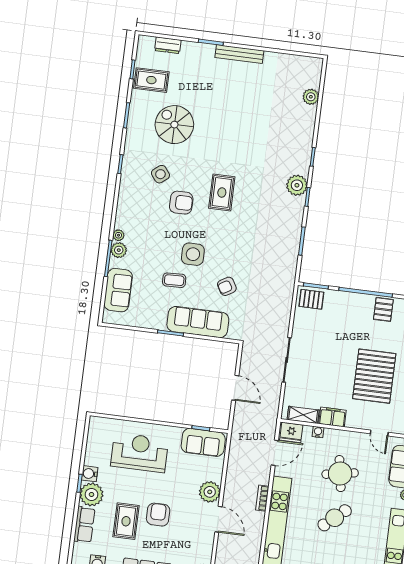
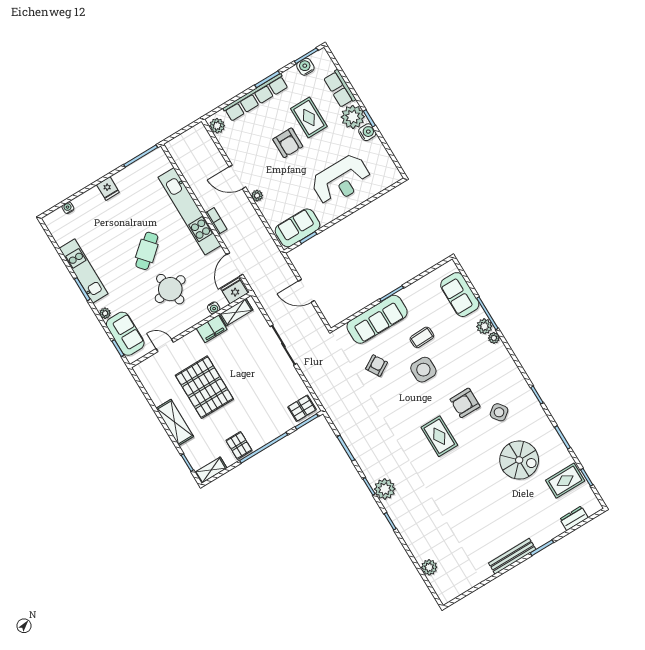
plant: (210, 492) -> (257, 196), width x0.53, depth x0.53

